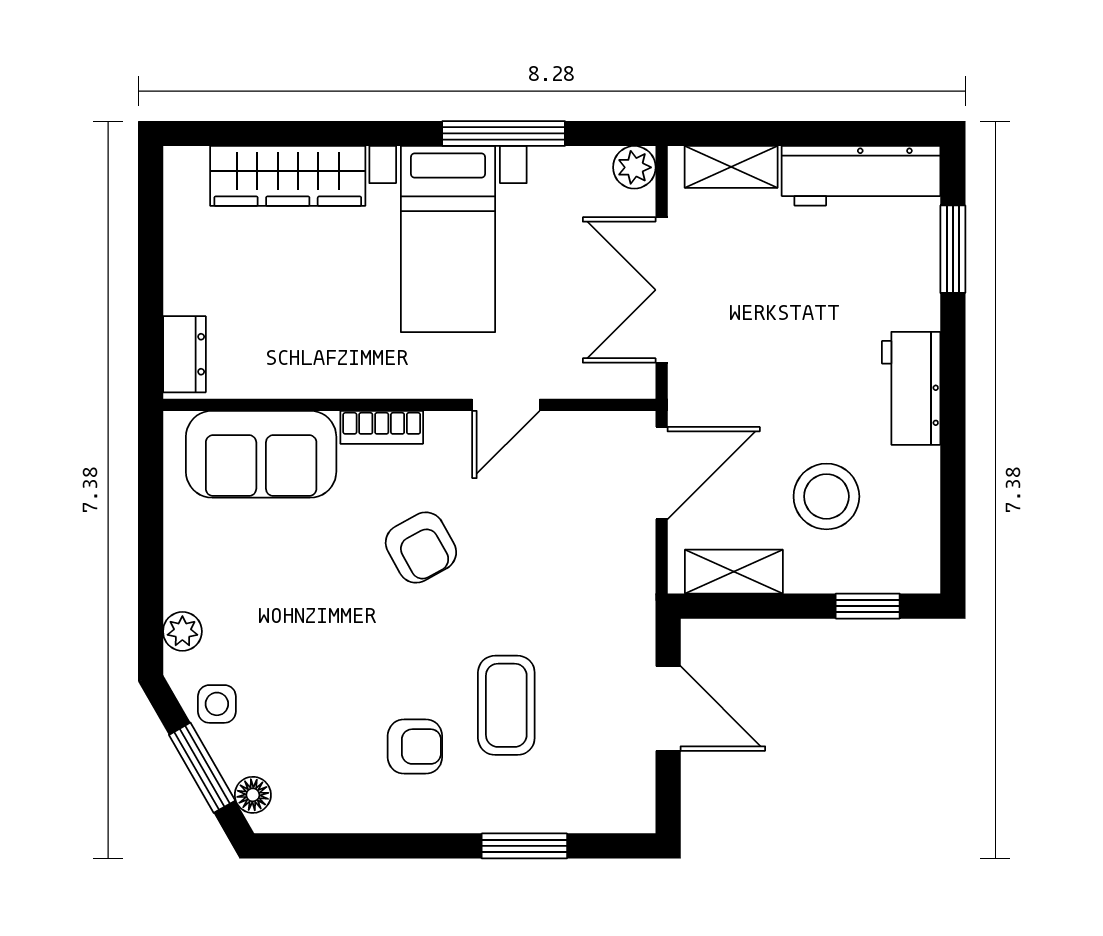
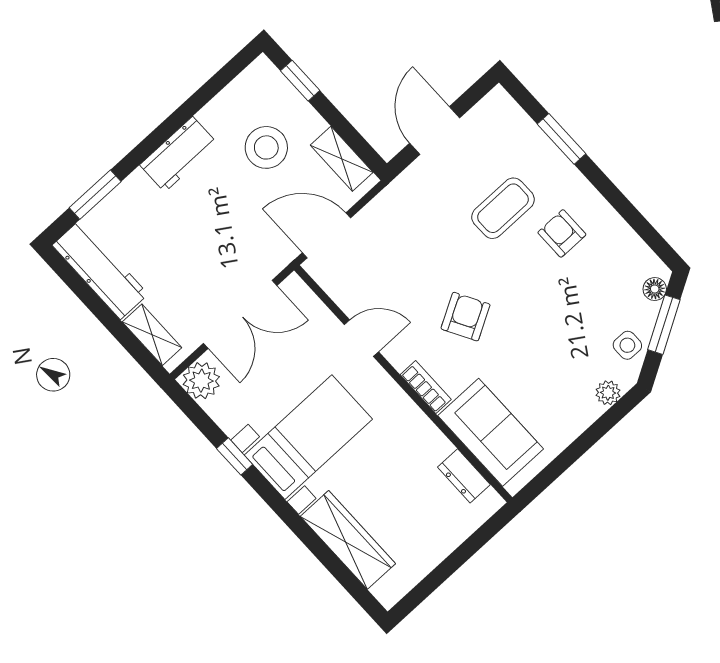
window: (504, 133) -> (235, 456), width x0.46
plant: (634, 167) -> (201, 381), width x1.38, depth x1.38
dresser: (184, 354) -> (464, 476), moved, turned -90

